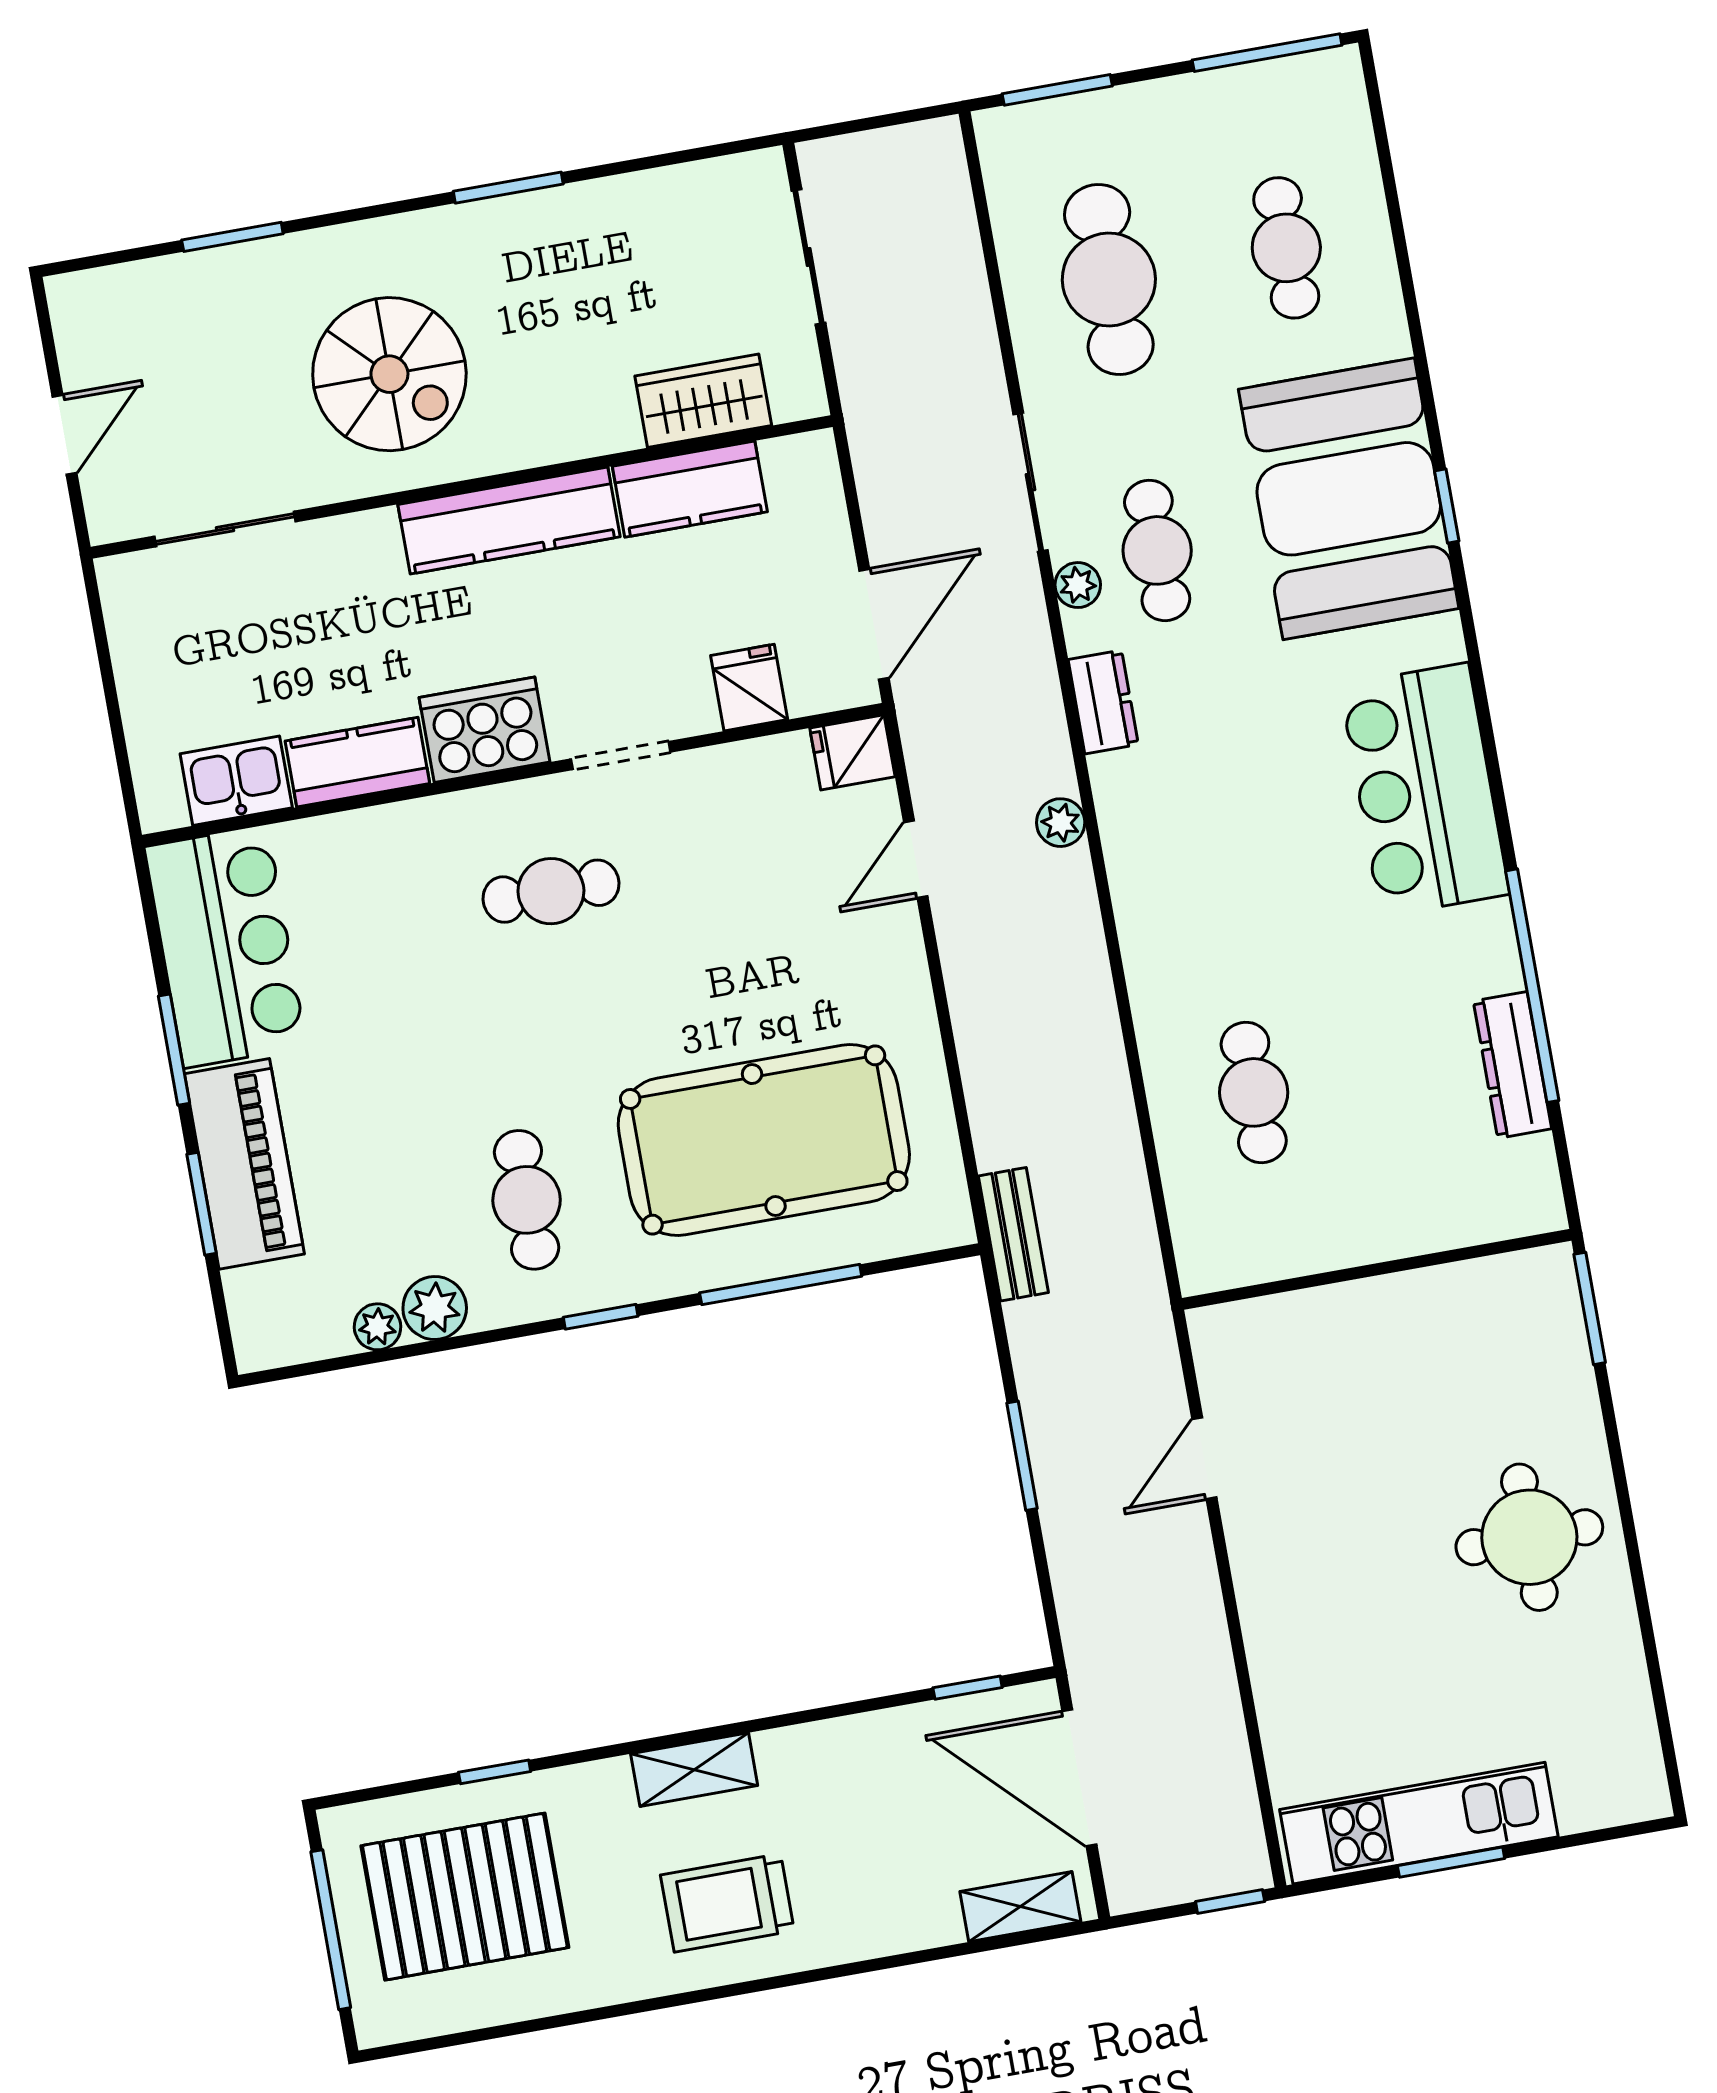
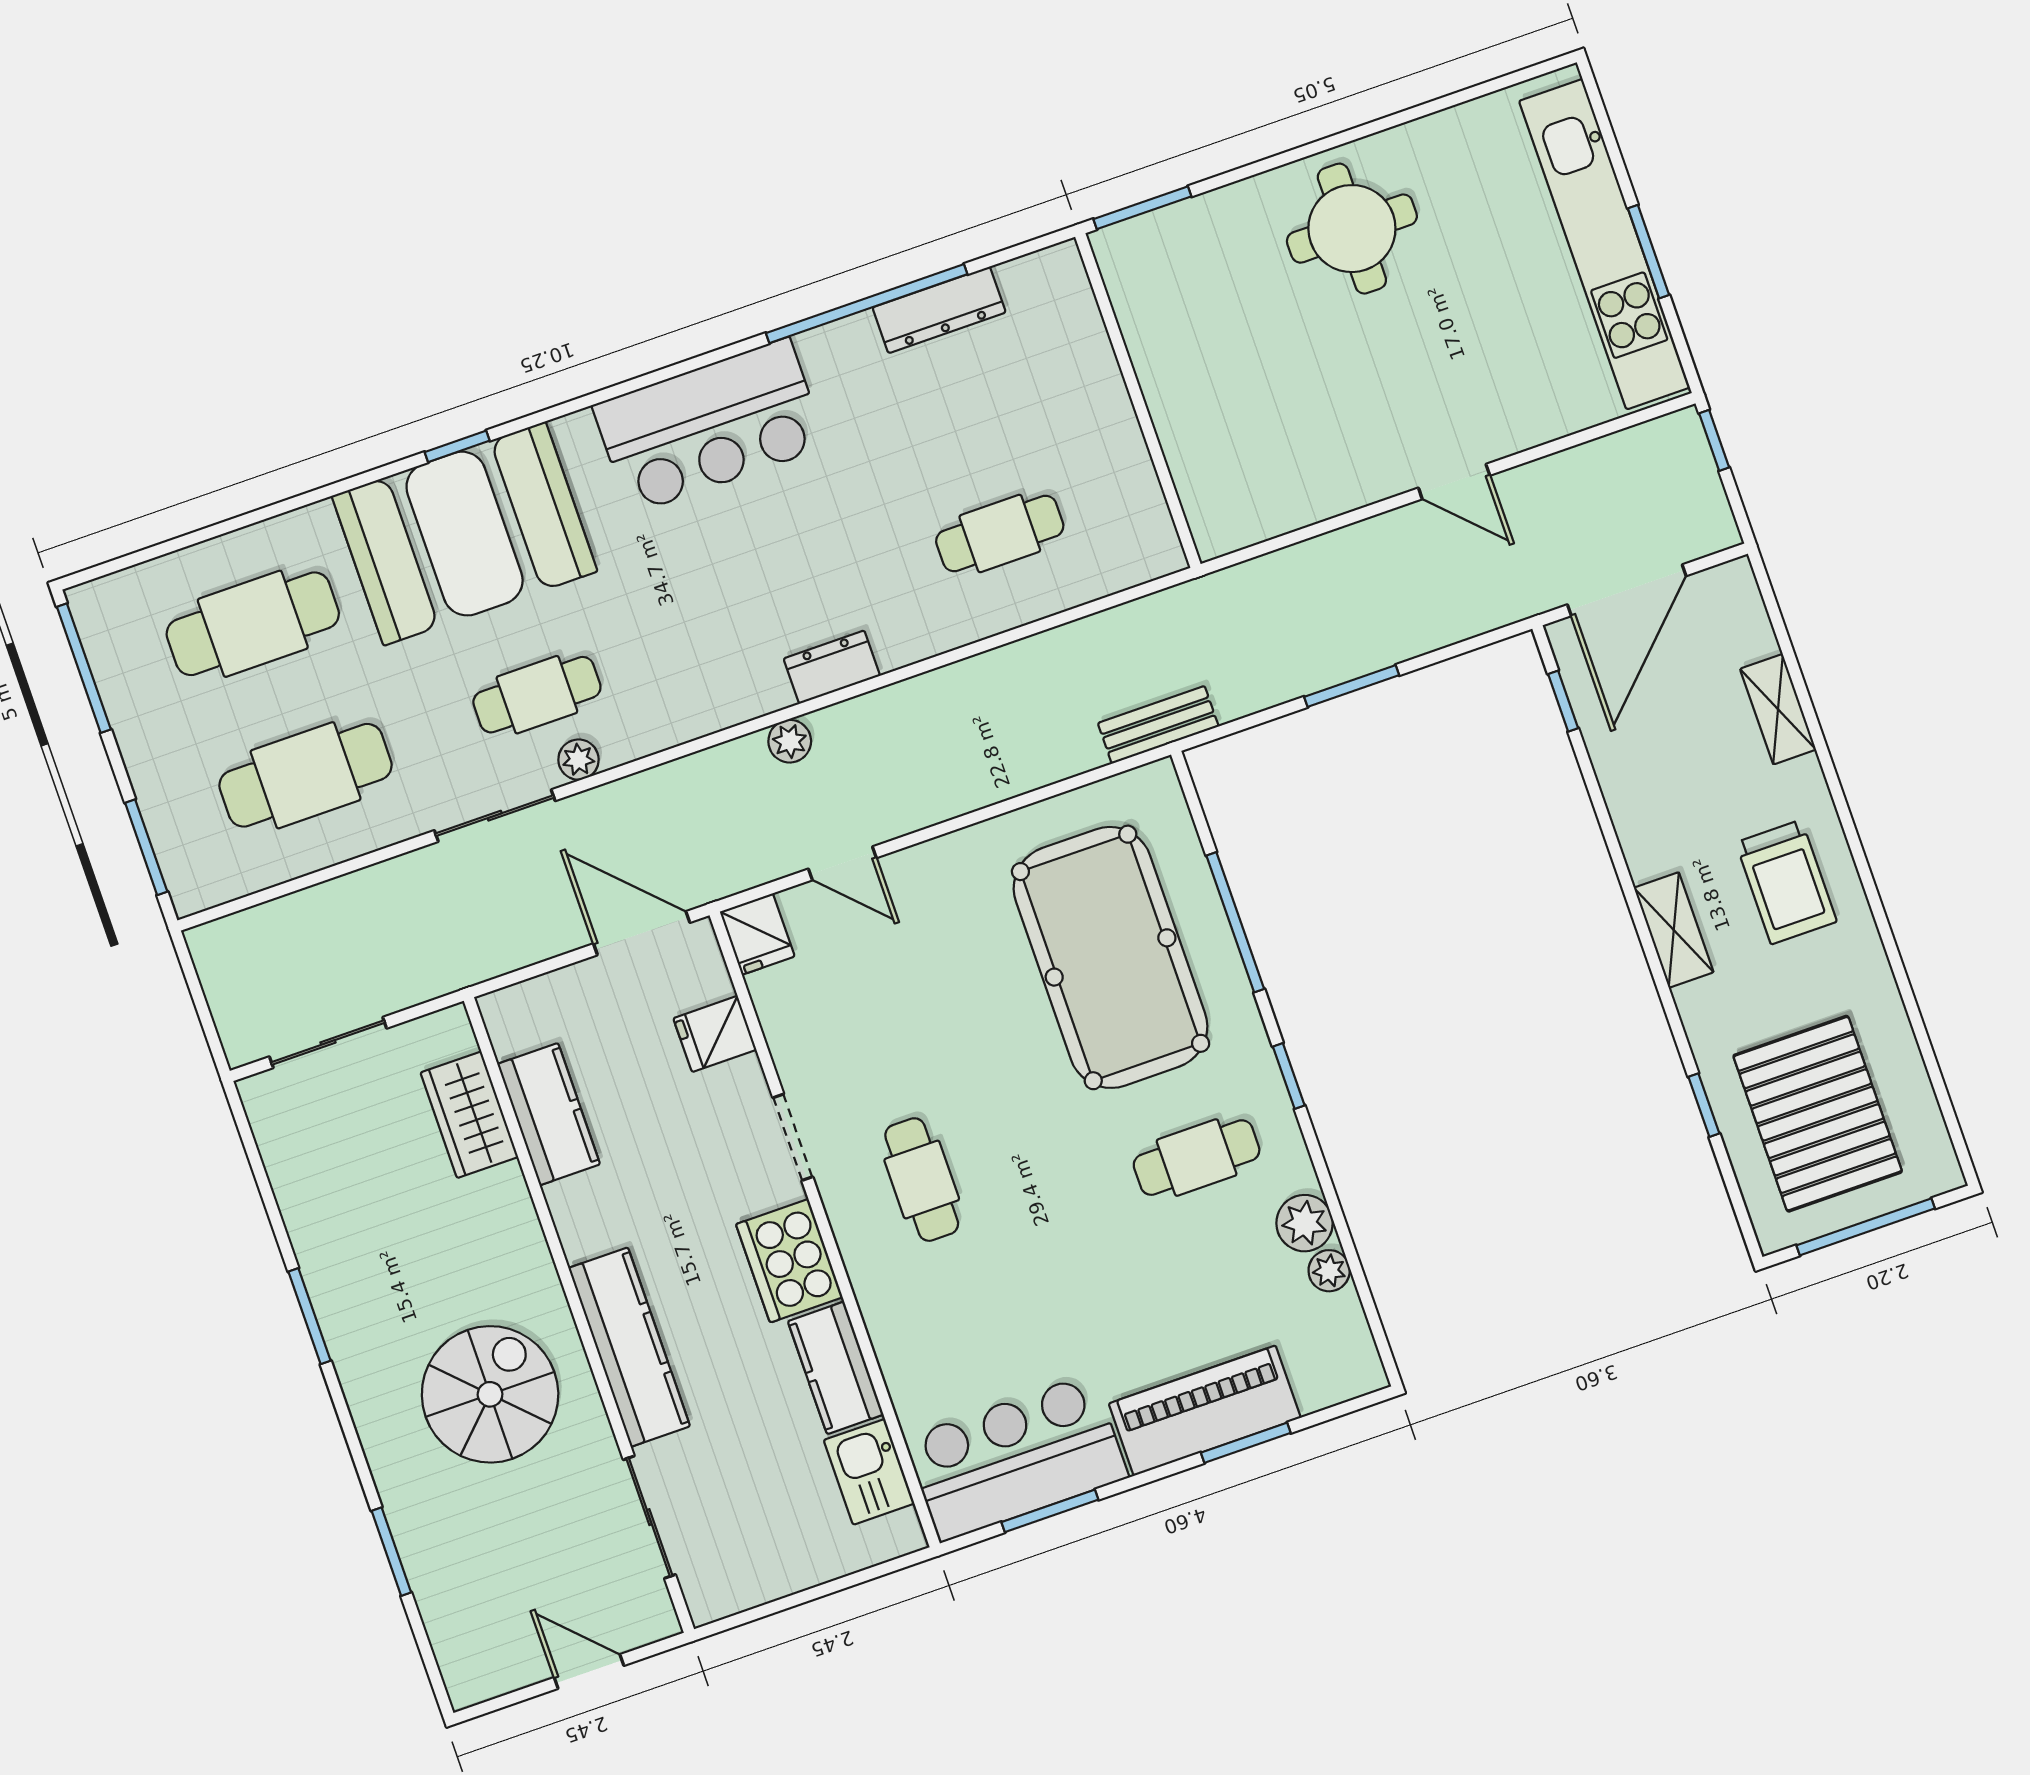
cafe table: (1286, 248) -> (253, 624), width x1.37, depth x1.35
kitchen counter: (509, 521) -> (629, 1347), moved
dresser: (1103, 702) -> (832, 667), moved
window: (174, 1050) -> (1050, 1511), moved
door: (1204, 1458) -> (1454, 482), moved
kitchen unit: (1419, 1823) -> (1604, 244), width x1.36
shelving: (1020, 1907) -> (1778, 709), moved

